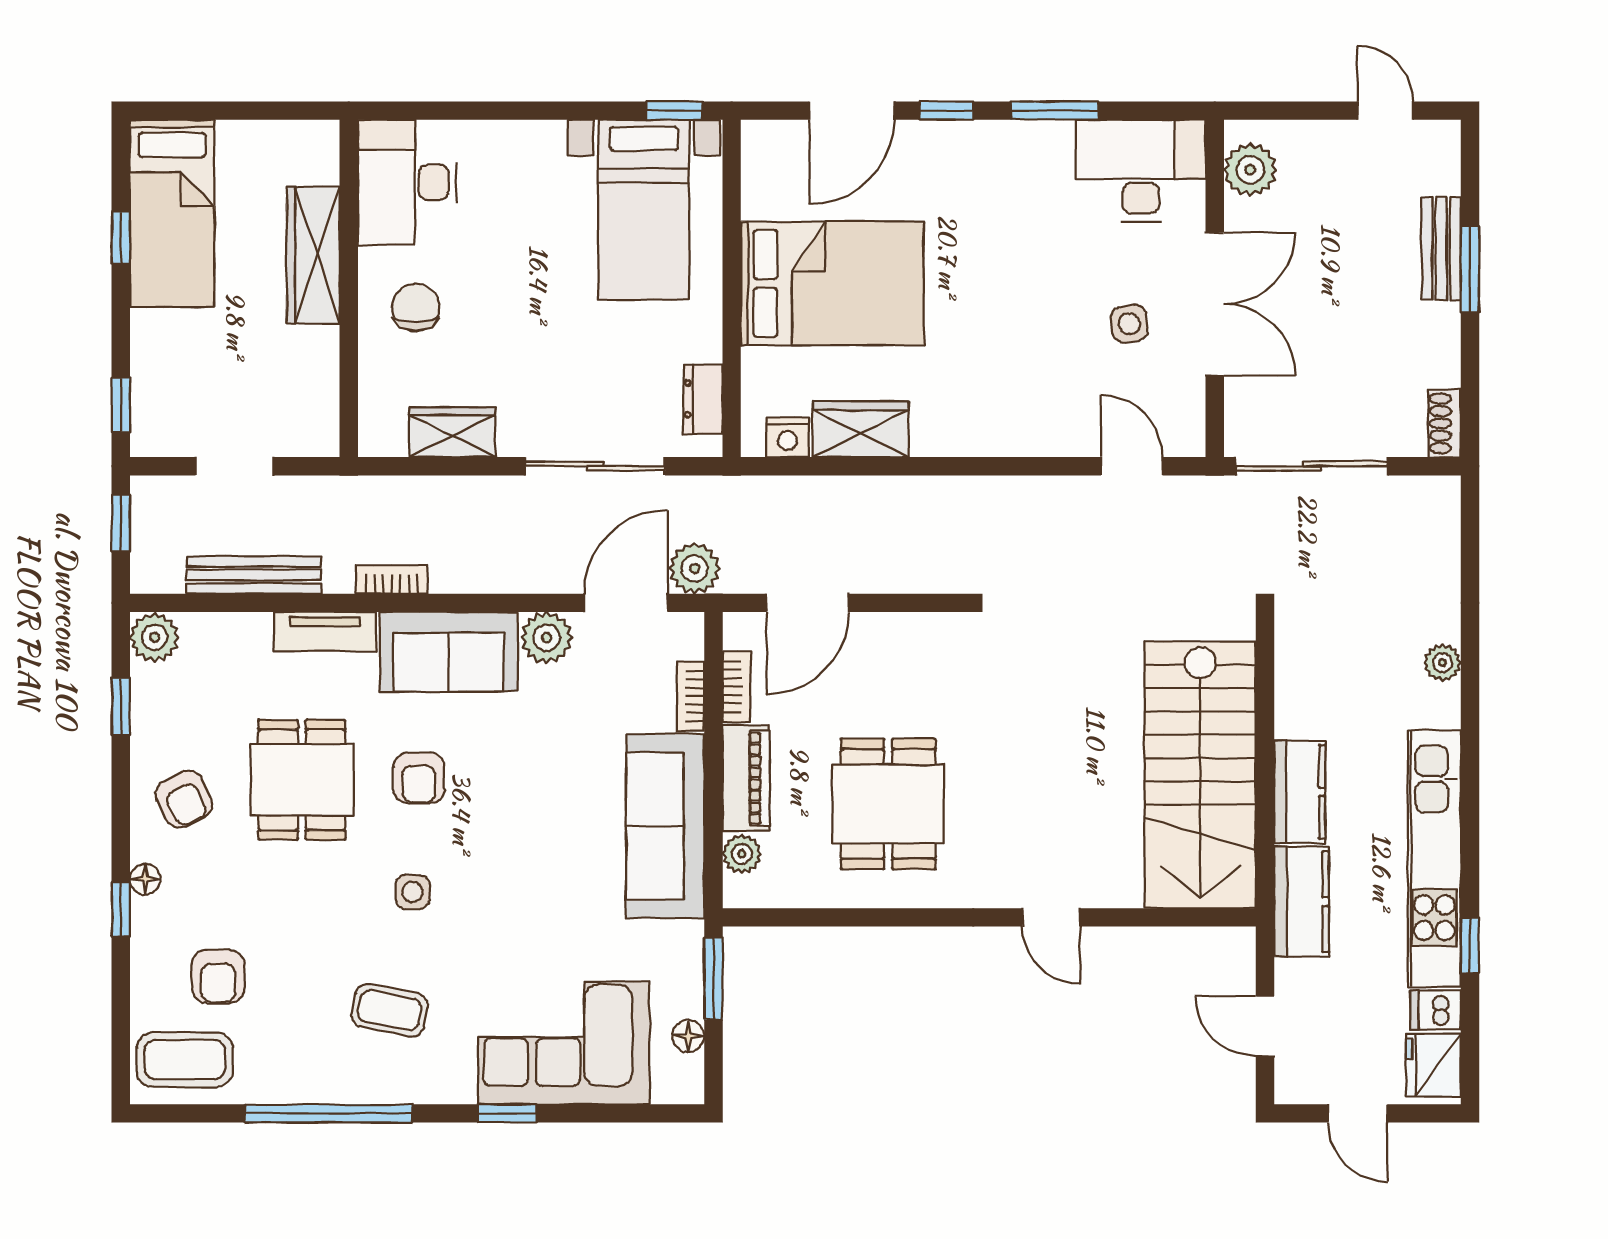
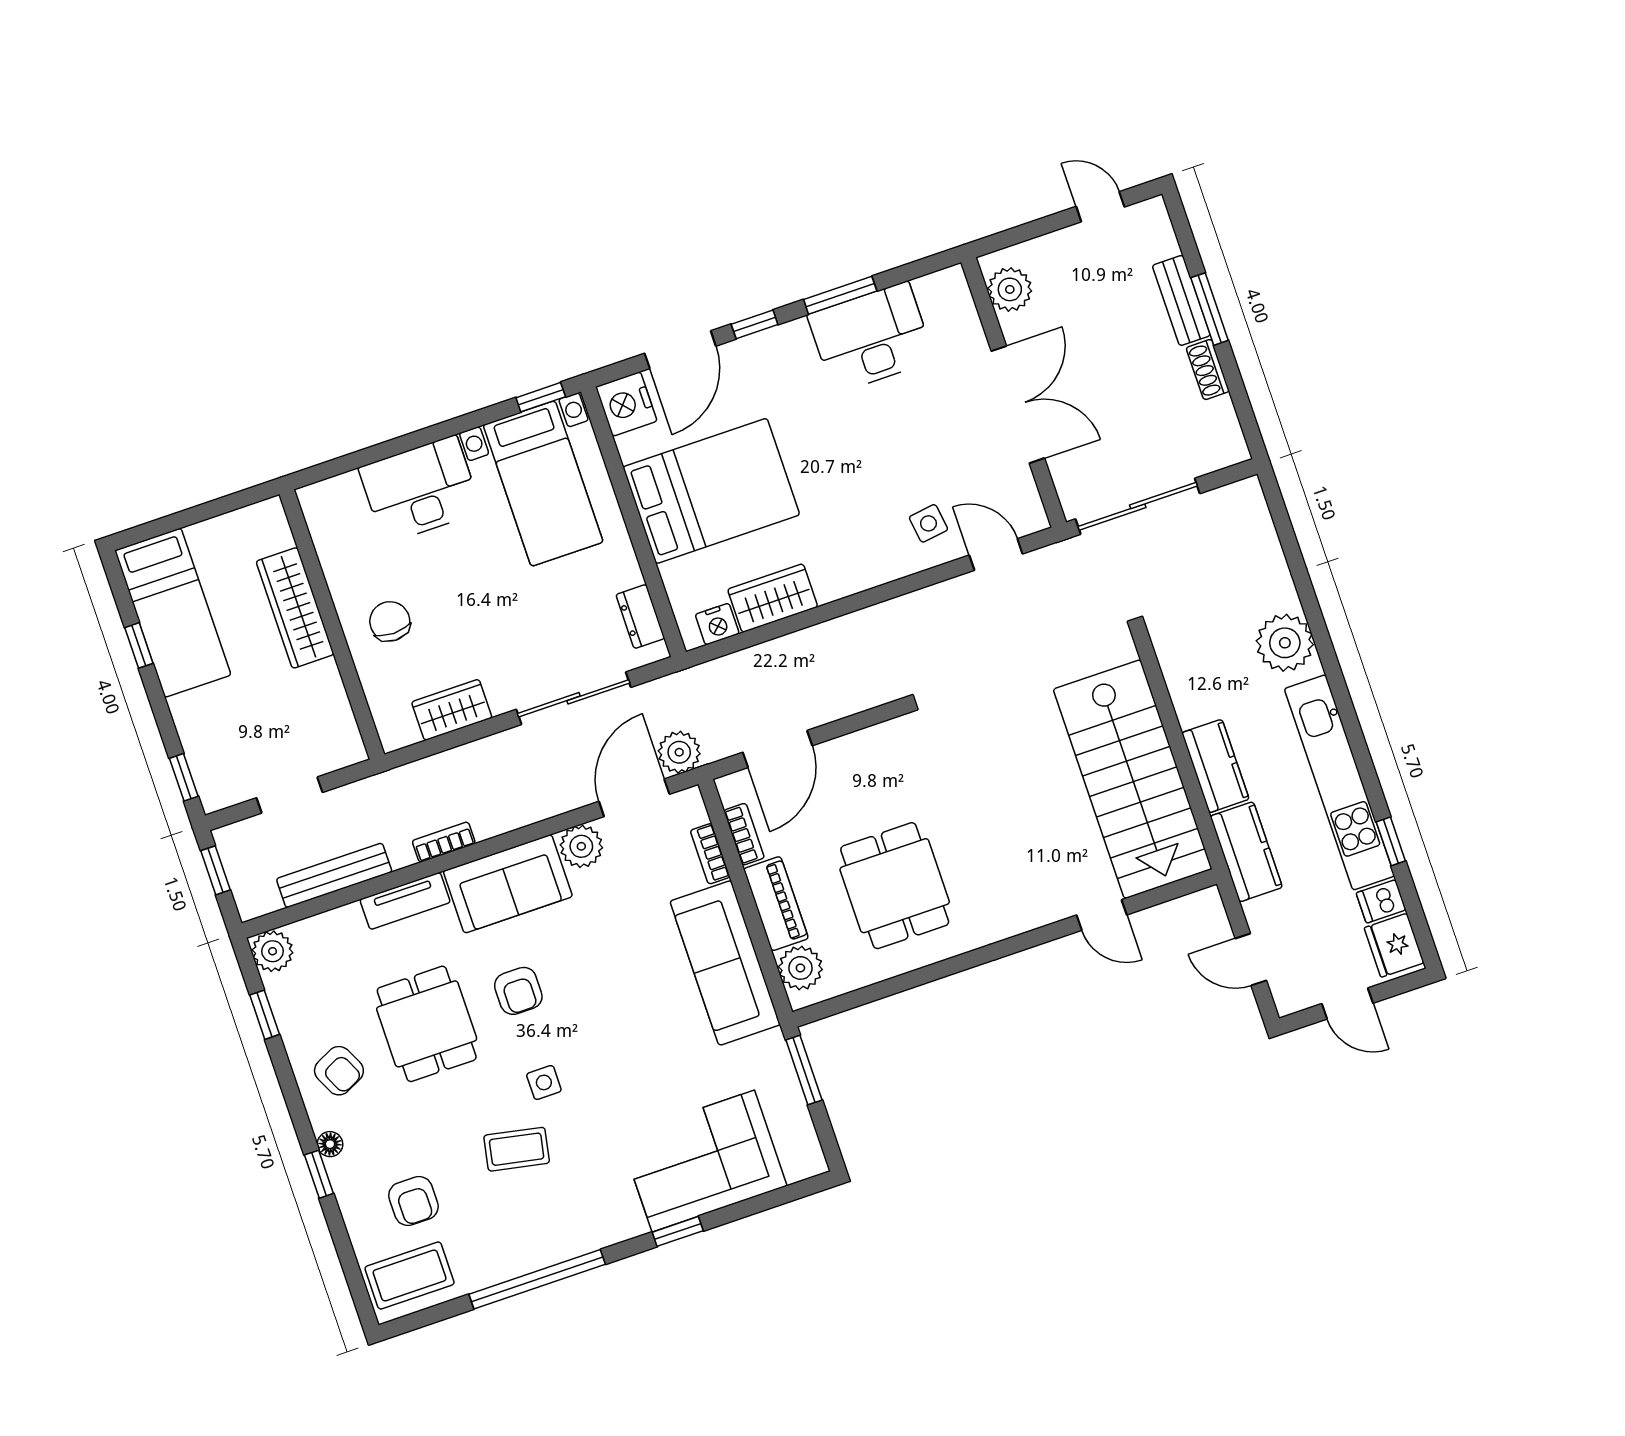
nightstand: (769, 152) -> (626, 404), added
desk: (1141, 171) -> (871, 337), moved
desk: (407, 182) -> (420, 490), moved, turned 90
side table: (1129, 324) -> (928, 523), moved
shoe rack: (1445, 423) -> (1208, 370), moved
plant: (1443, 663) -> (1285, 643), width x1.88, depth x1.88
plant: (742, 854) -> (800, 968), width x1.38, depth x1.38
door: (1051, 917) -> (1102, 915), moved
coffee table: (390, 1010) -> (517, 1149), moved
floor lamp: (688, 1036) -> (800, 1122), removed

